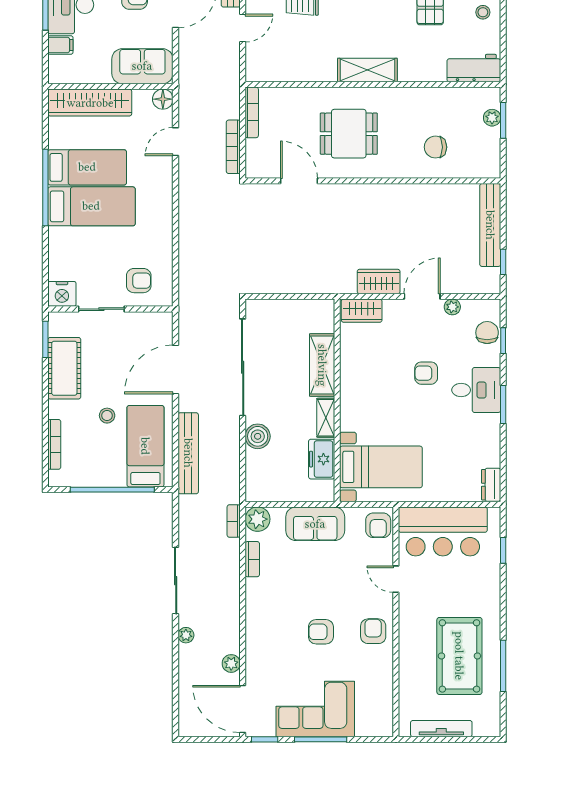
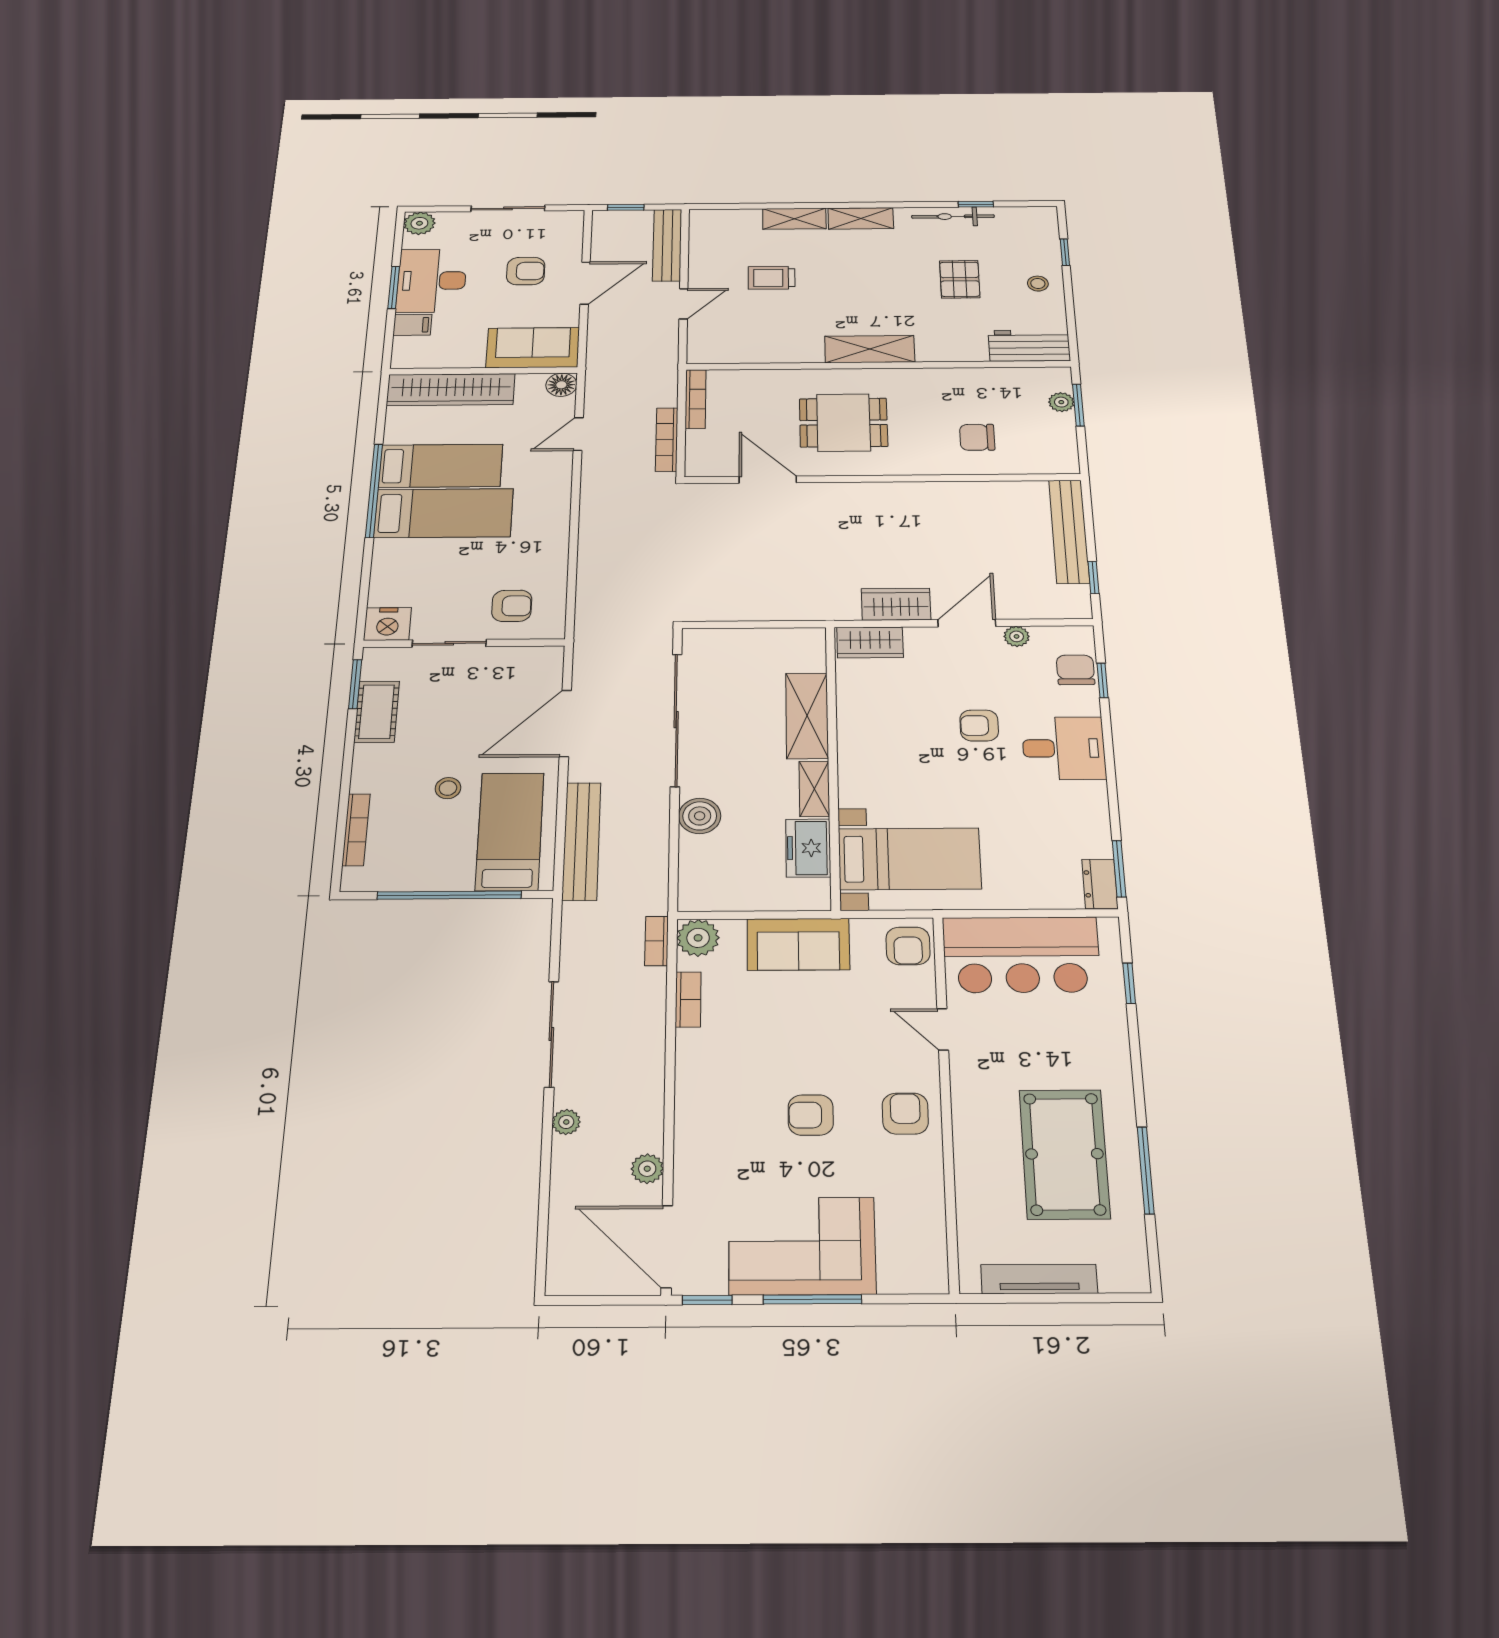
cot: (64, 368) -> (377, 712), width x0.73, depth x0.75
window: (503, 405) -> (1119, 869), moved

